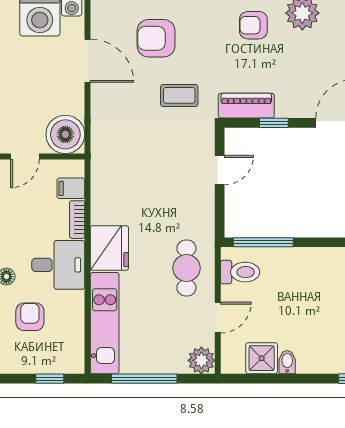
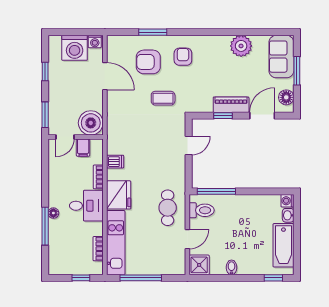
armchair: (253, 25) -> (183, 57), moved, turned 90
piano: (246, 106) -> (231, 105), moved
filing cabinet: (71, 188) -> (83, 148), moved, turned -90
dishwasher: (104, 195) -> (115, 162), added
armchair: (30, 317) -> (68, 239), removed
bookcase: (77, 333) -> (98, 249), added
shower: (262, 358) -> (199, 265), moved
plant: (201, 360) -> (177, 266), removed

